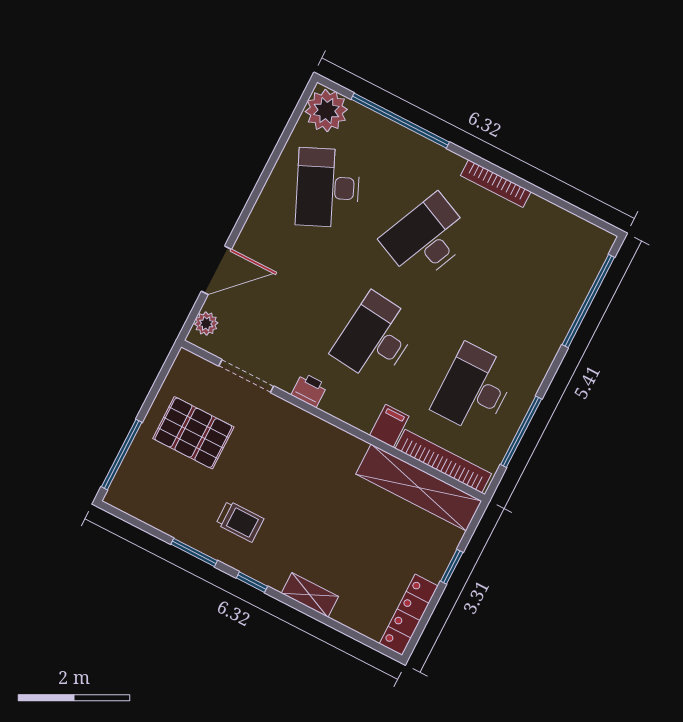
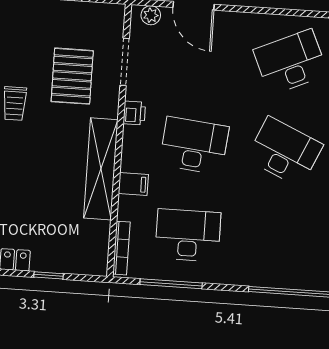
pallet: (193, 433) -> (72, 76), moved
bookcase: (443, 461) -> (121, 248), width x0.68, depth x0.76
shelving: (419, 487) -> (101, 169), moved

